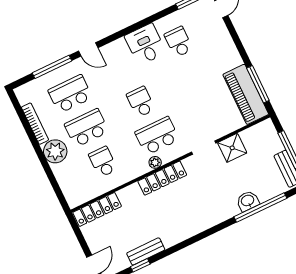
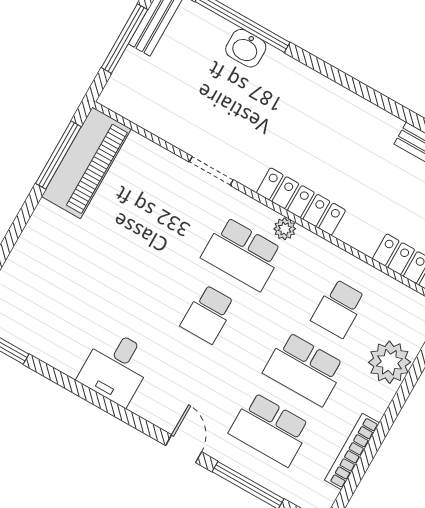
school desk: (179, 42) -> (77, 320), removed
shower: (232, 148) -> (182, 127), removed
plant: (55, 151) -> (389, 362), moved

